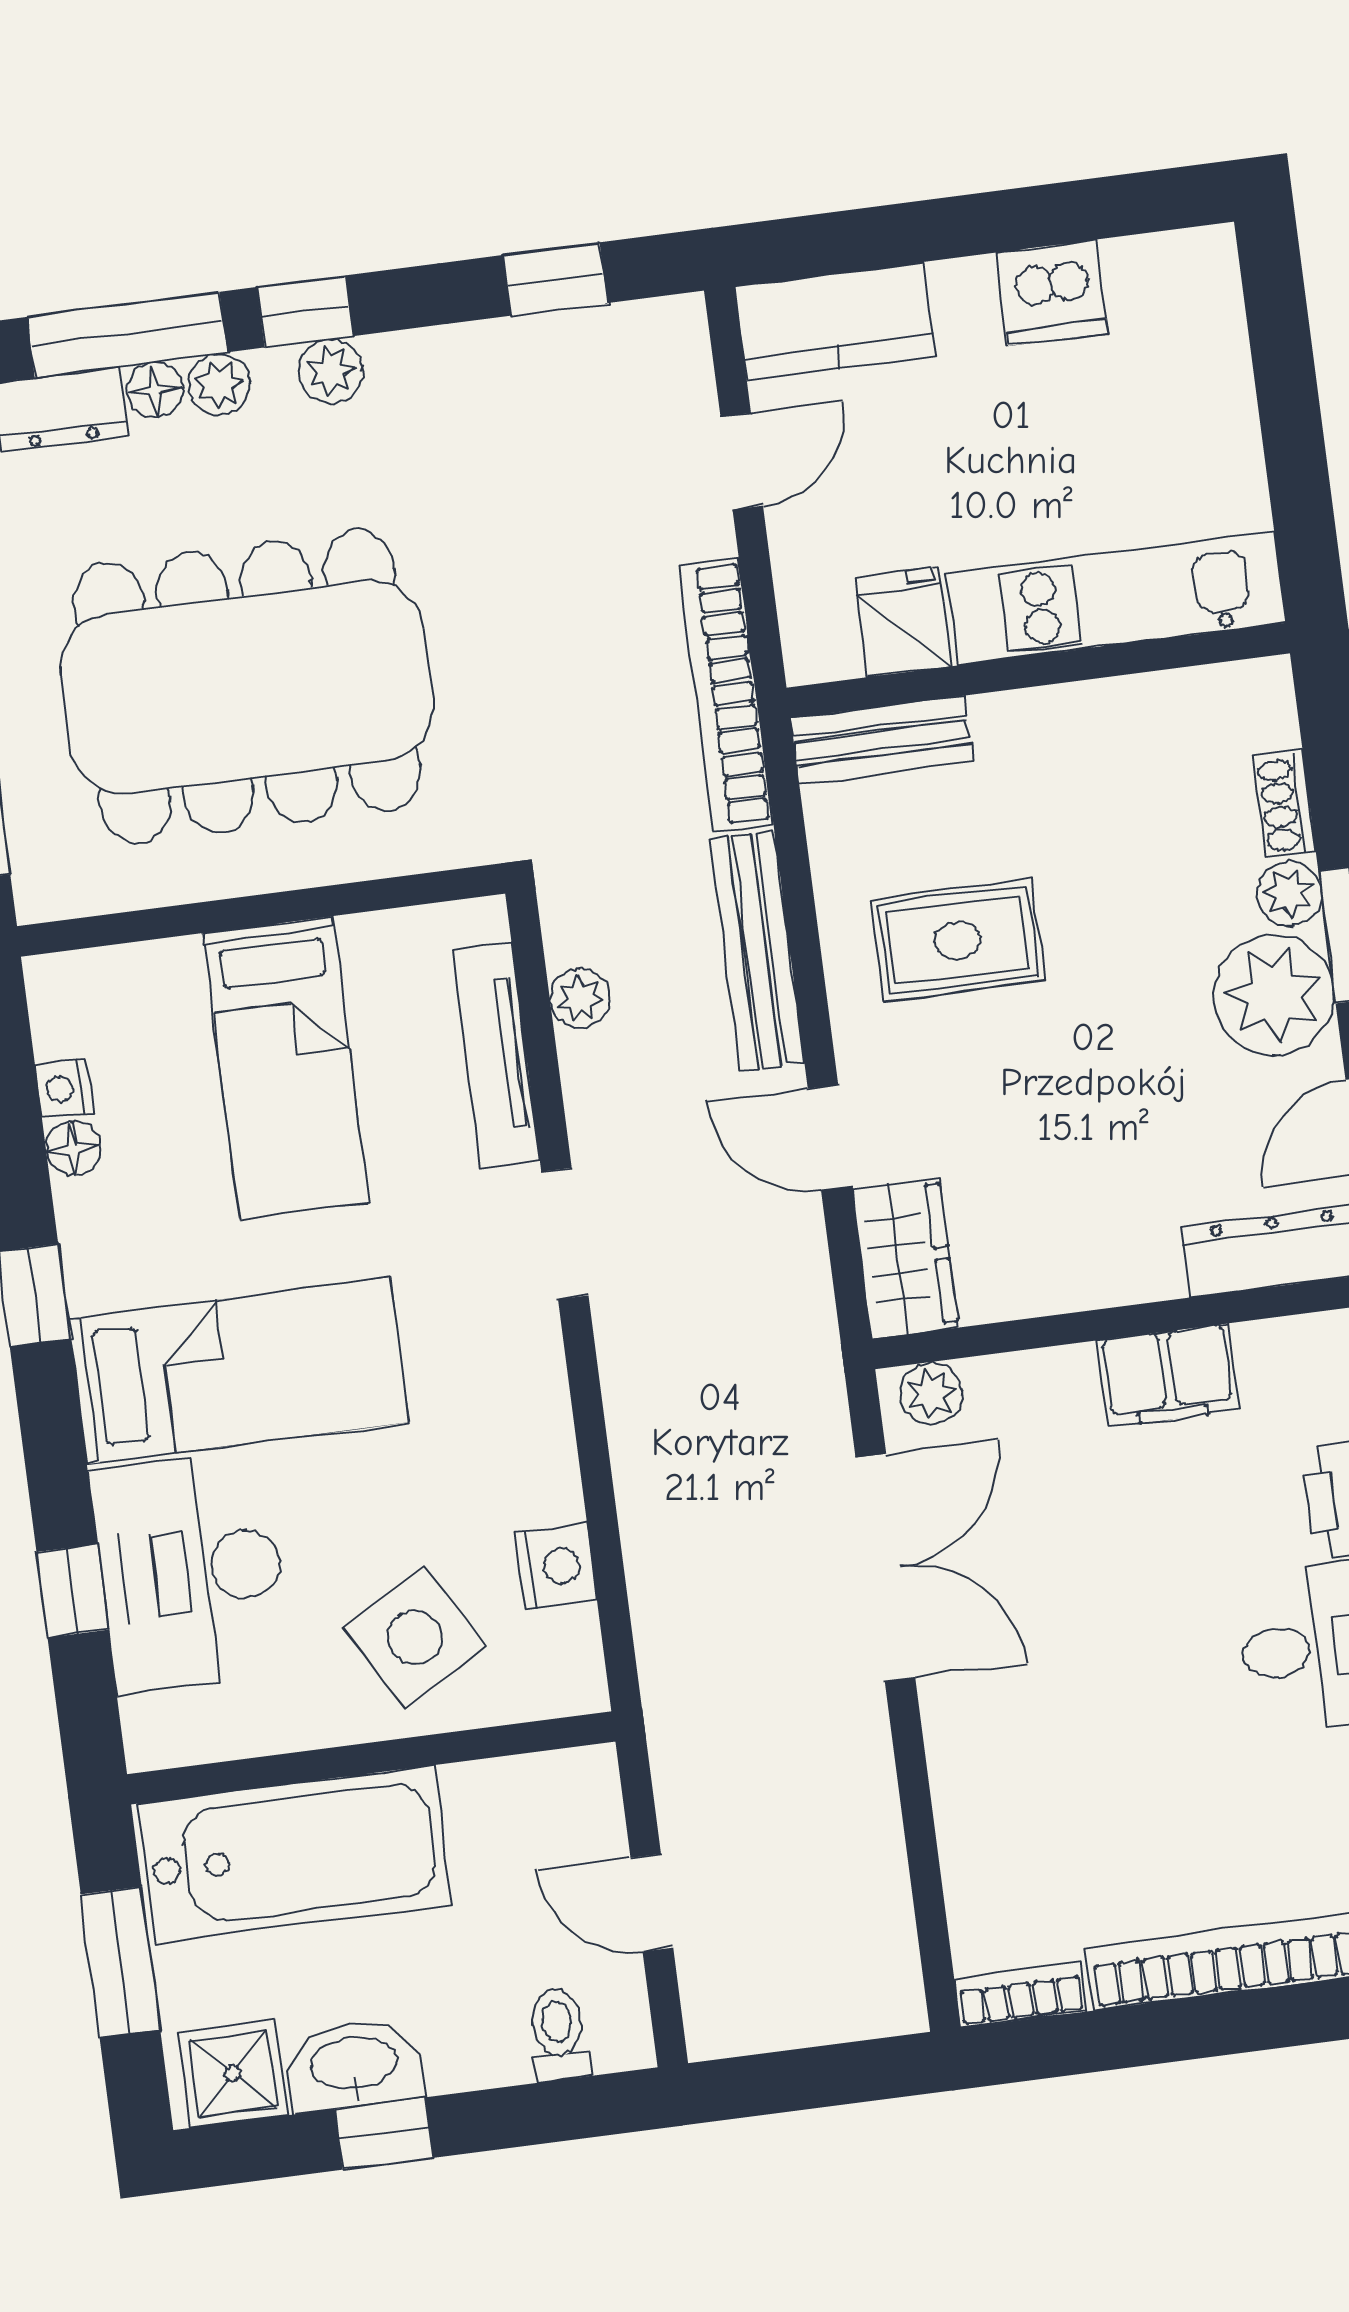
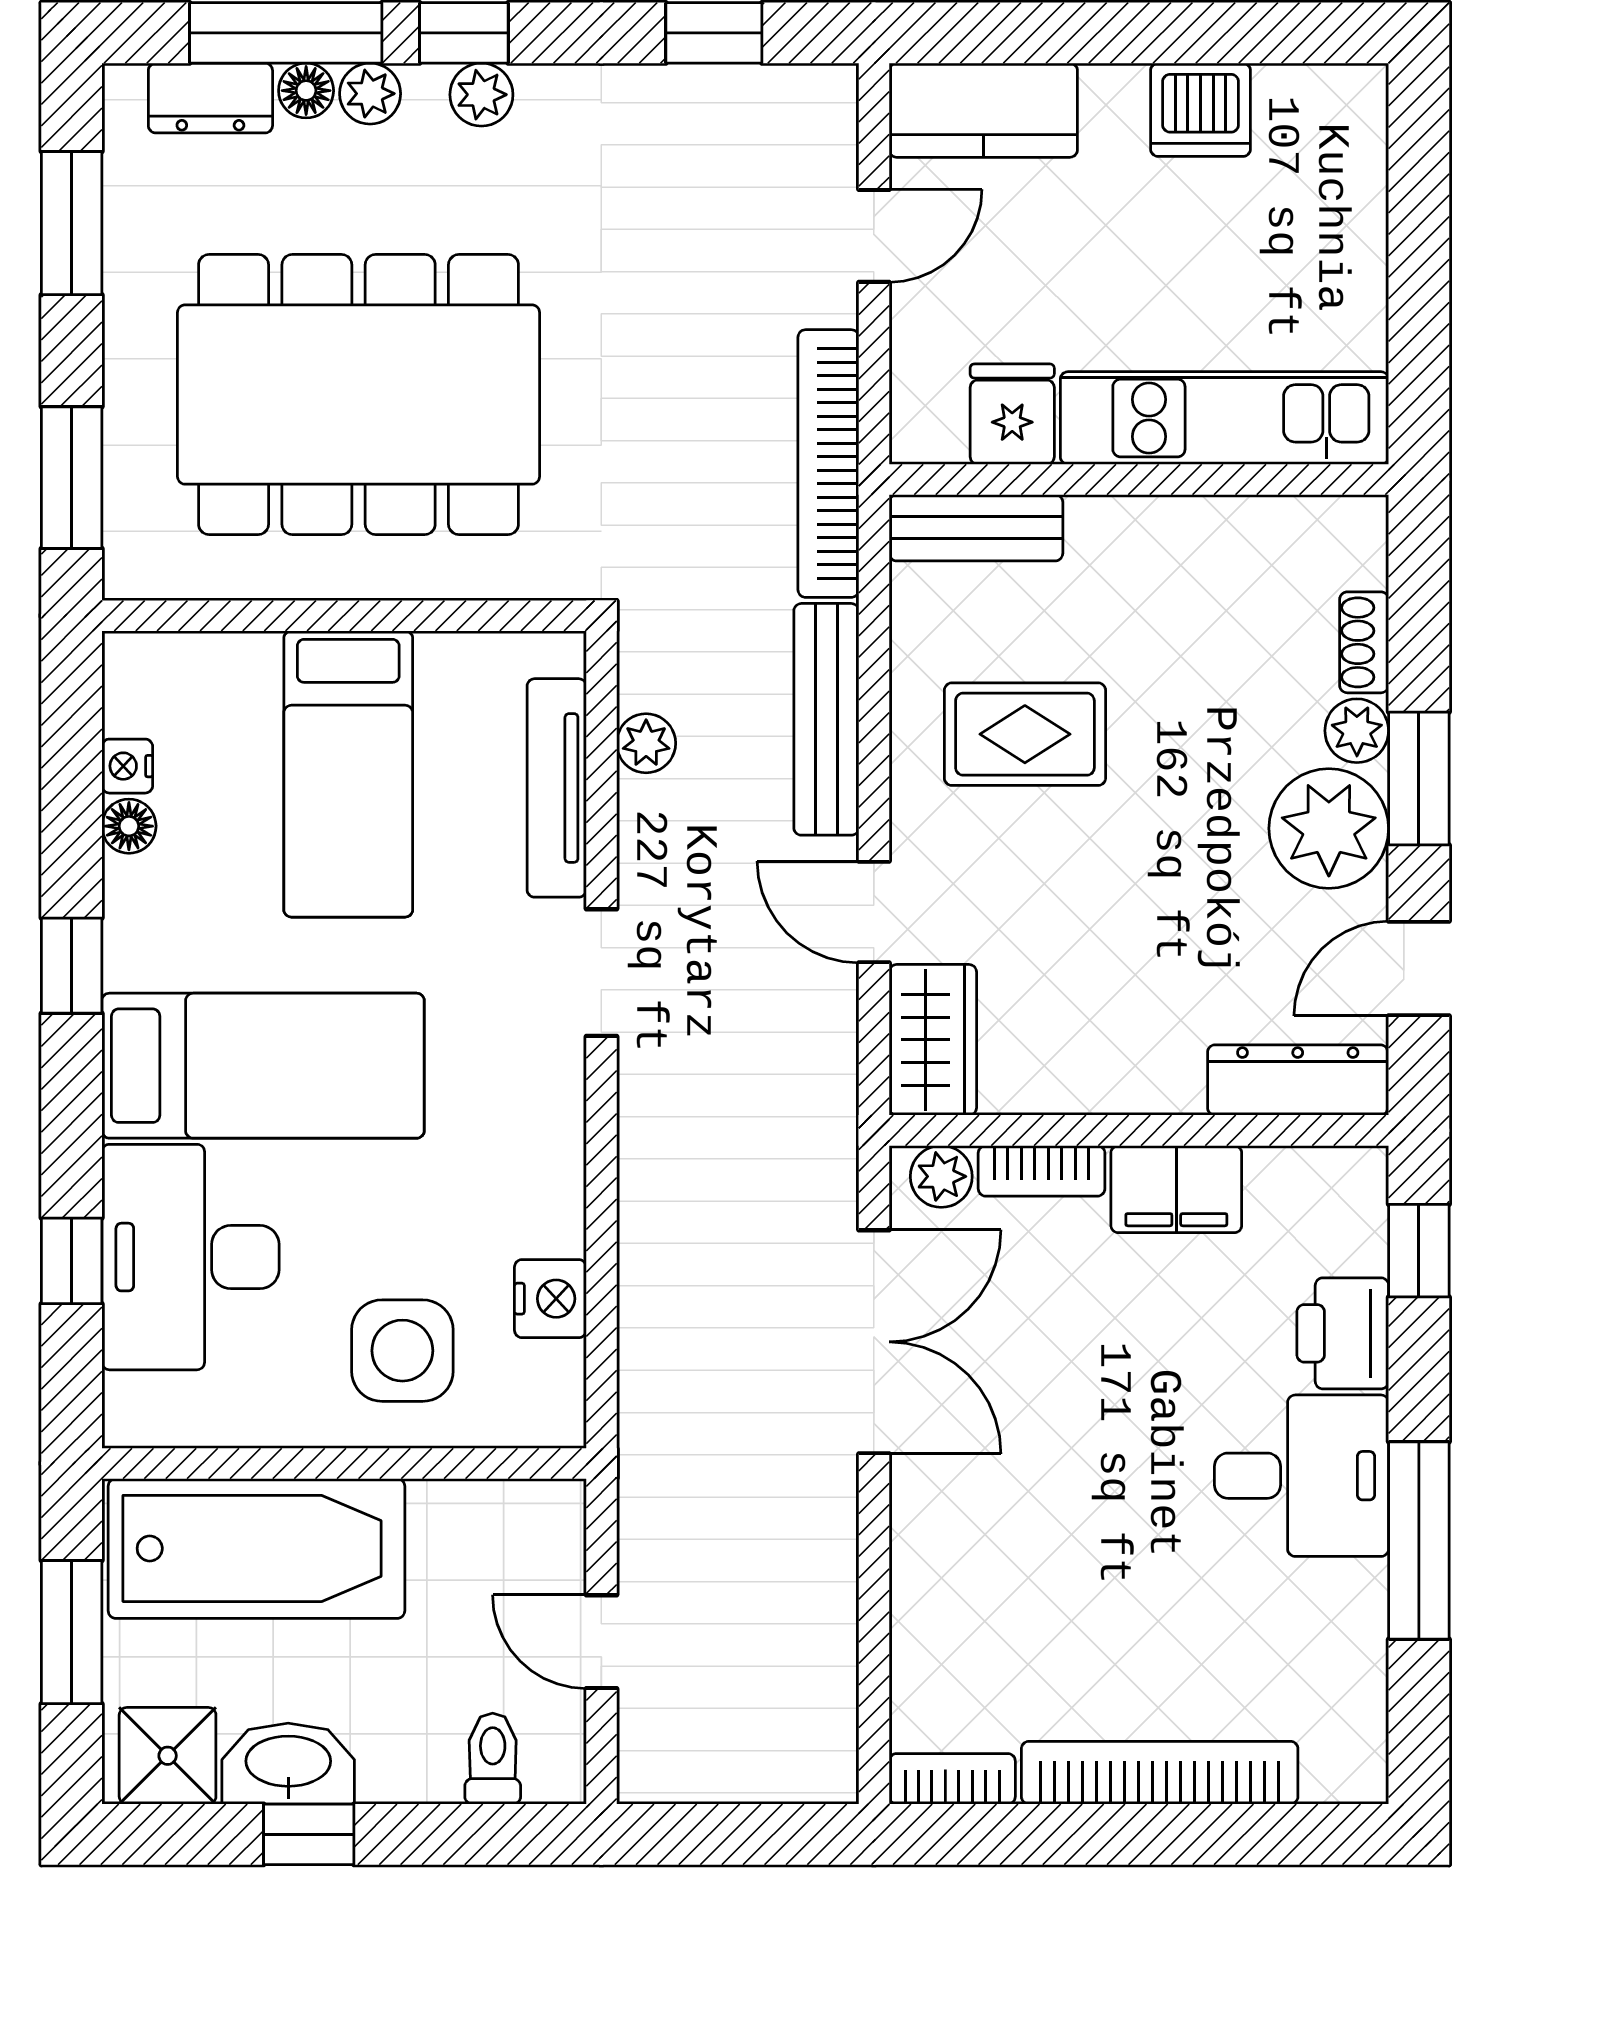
bookcase: (1031, 1375) -> (1042, 1171), added
side table: (415, 1637) -> (402, 1351), turned 30

